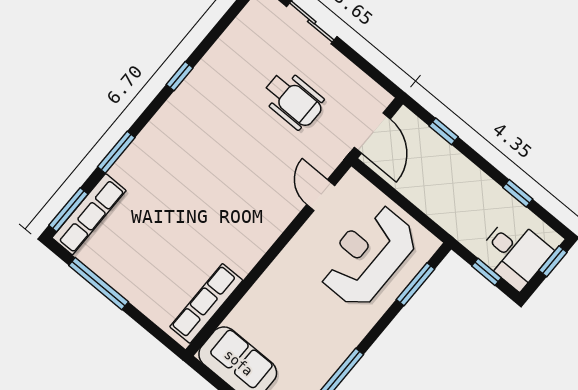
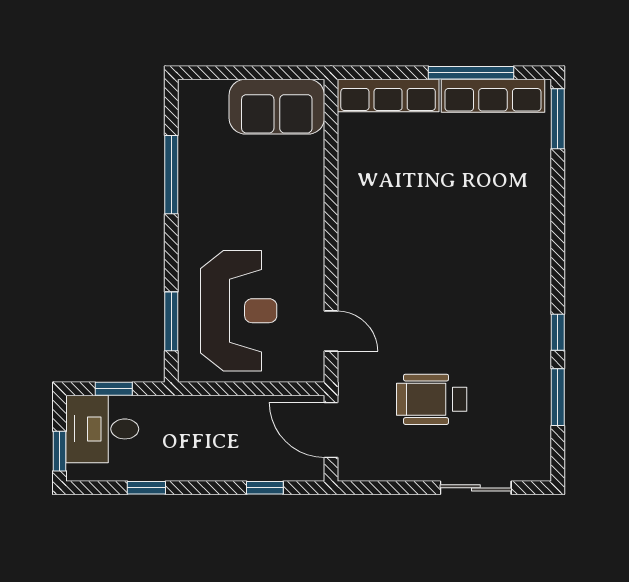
window: (116, 152) -> (558, 397), moved
row of seats: (89, 214) -> (493, 96), moved, turned -90
row of seats: (206, 303) -> (388, 95), moved, turned 90

